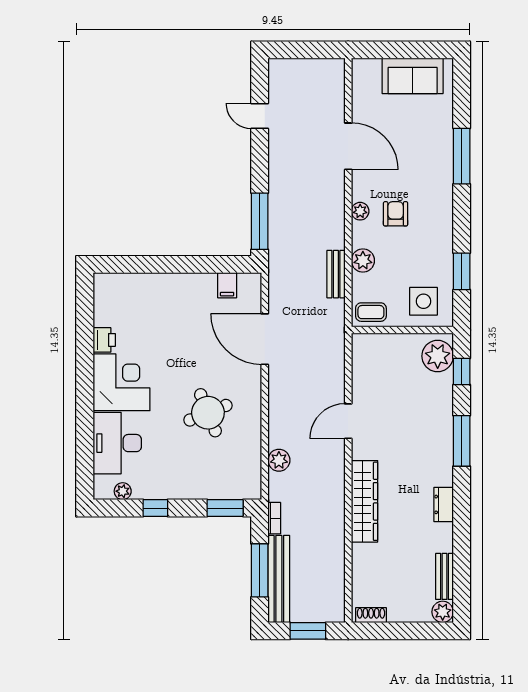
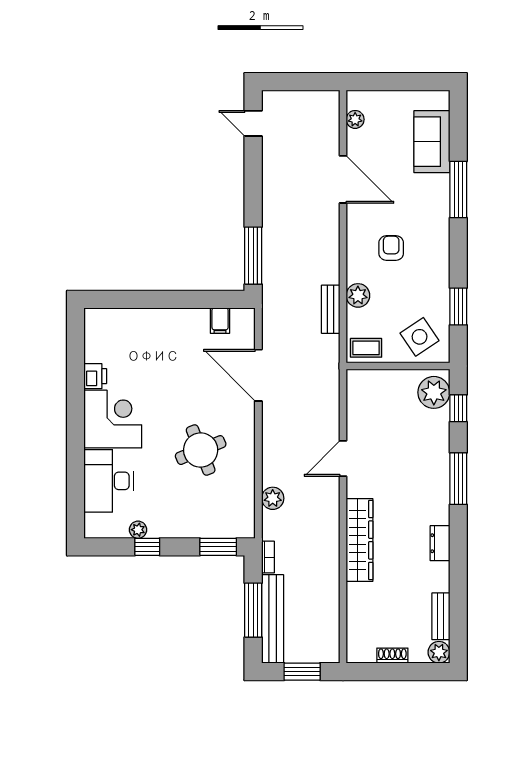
sofa: (413, 76) -> (432, 142), moved, turned 90
door: (260, 116) -> (253, 123), moved
plant: (360, 211) -> (355, 119), moved
side table: (423, 301) -> (420, 337), turned -34
plant: (123, 491) -> (138, 530), moved
shoe rack: (371, 615) -> (392, 656), moved

